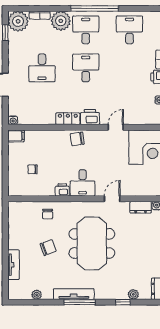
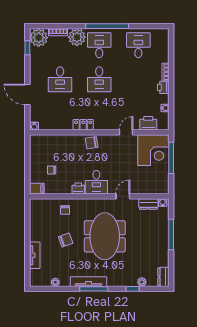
desk: (86, 68) -> (99, 79), turned 180
printer: (90, 117) -> (148, 123), moved
filing cabinet: (16, 136) -> (37, 189), moved

